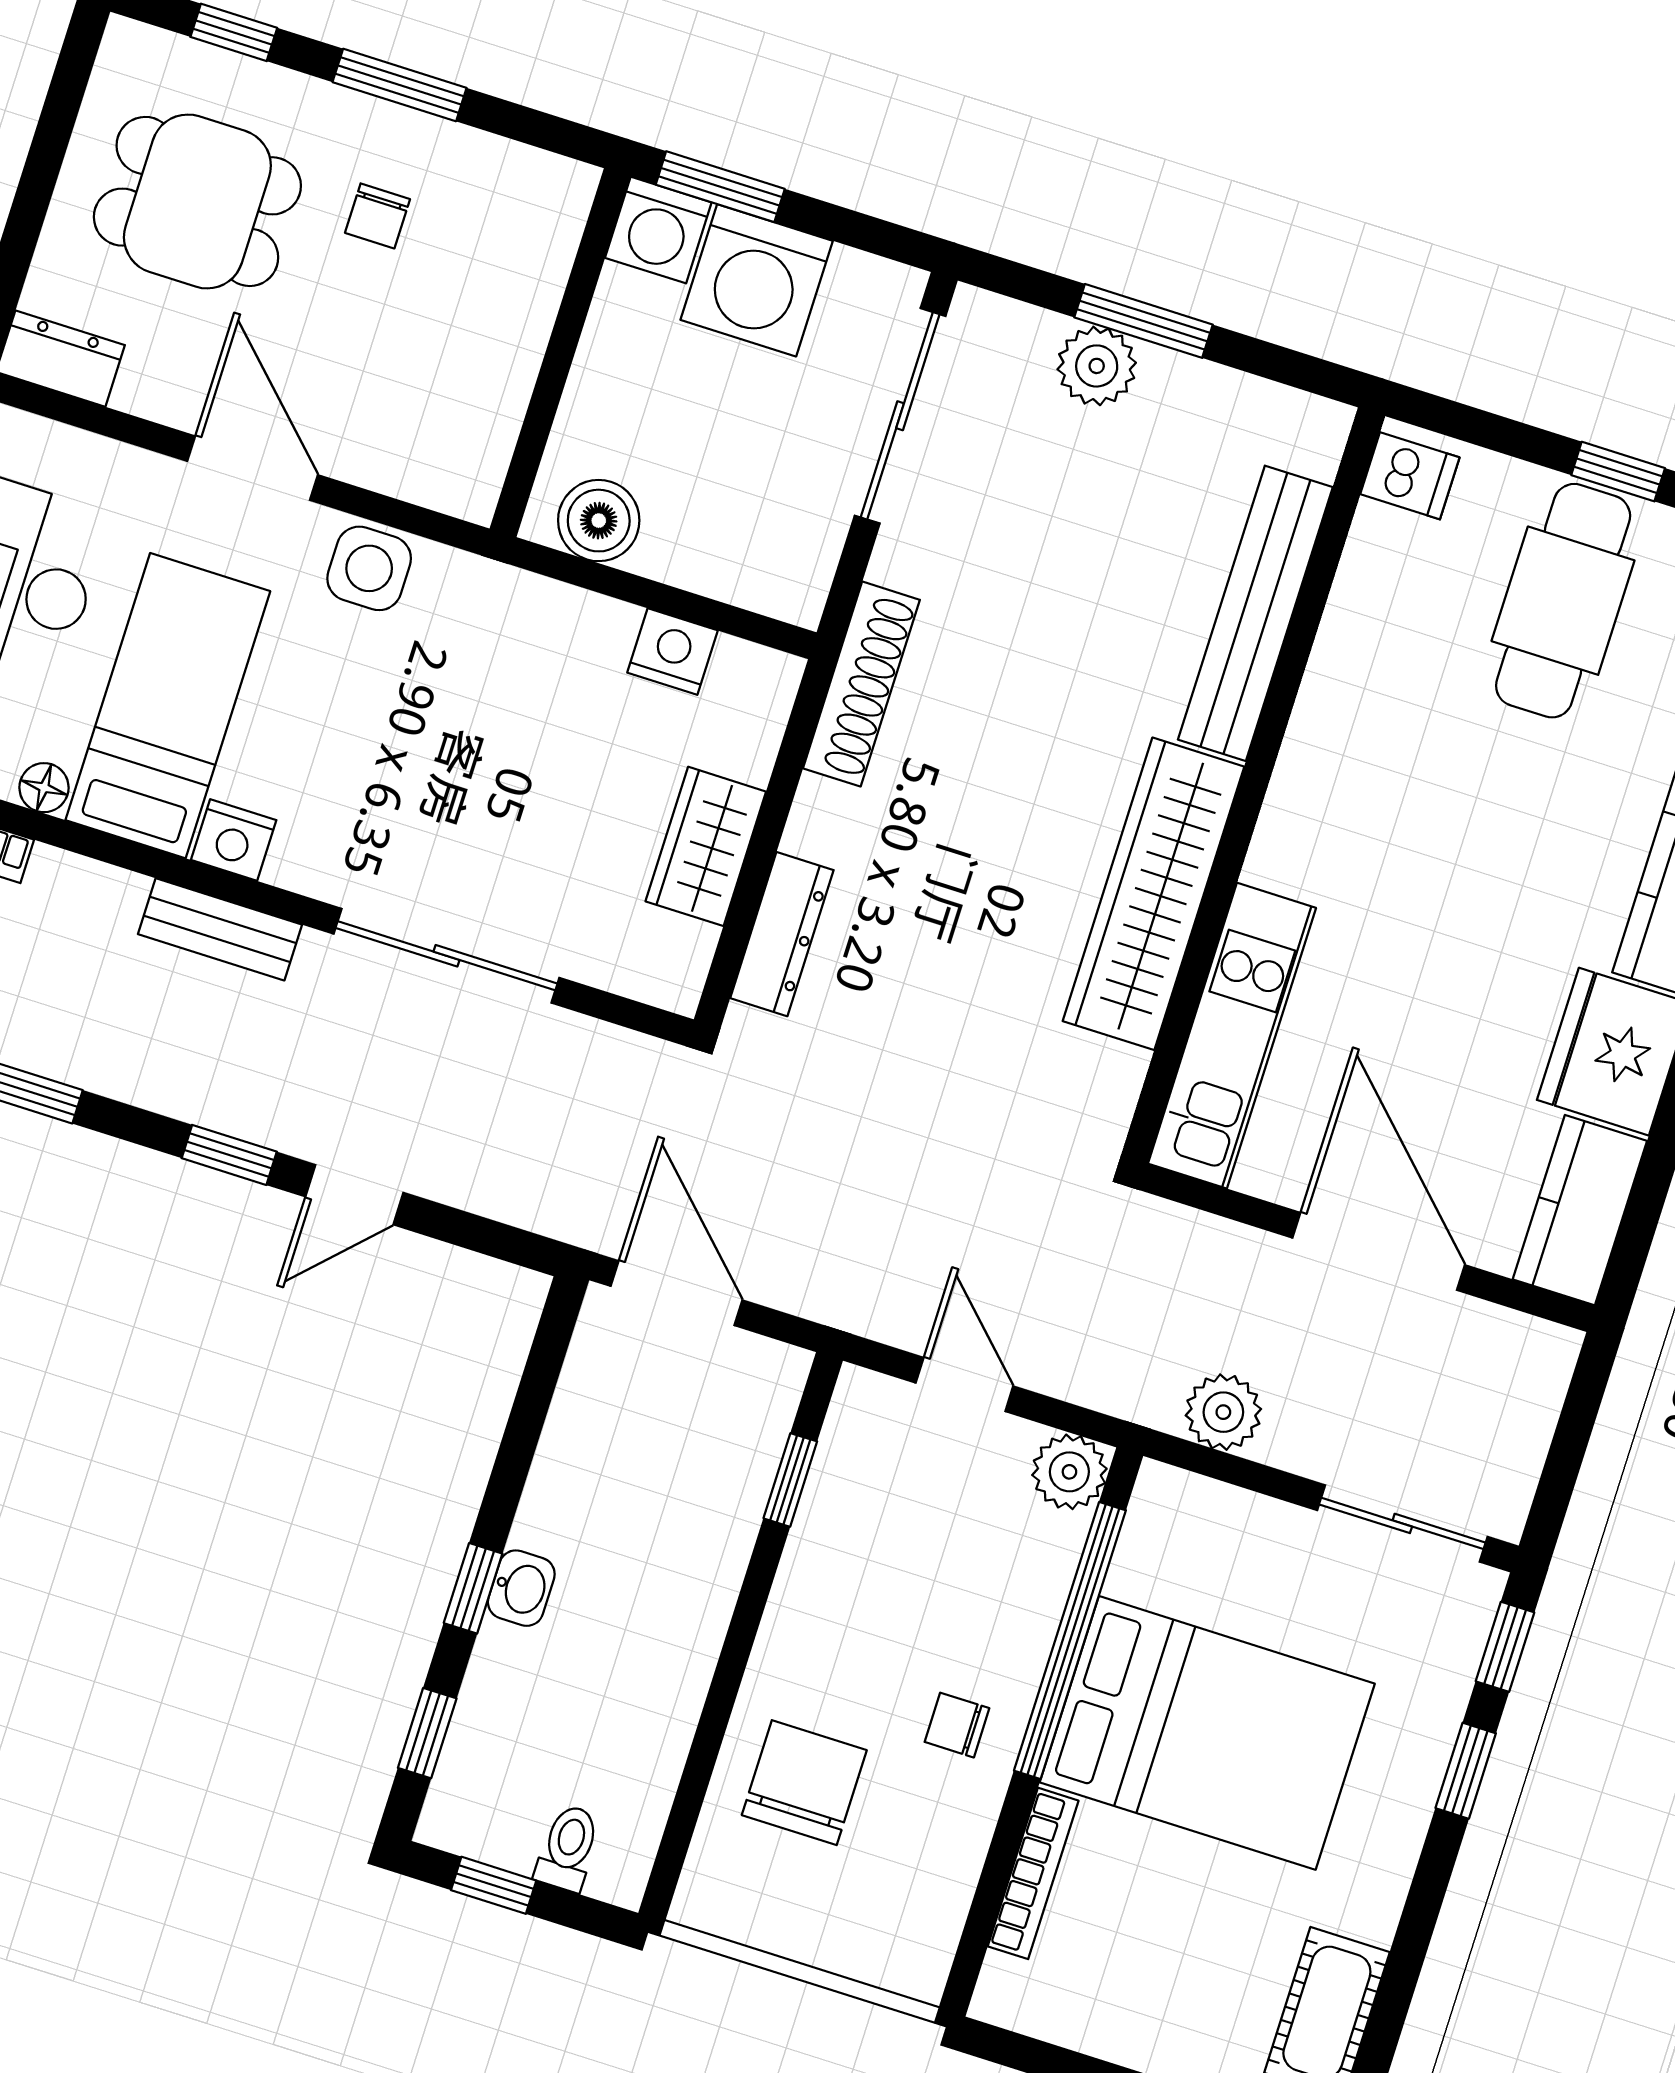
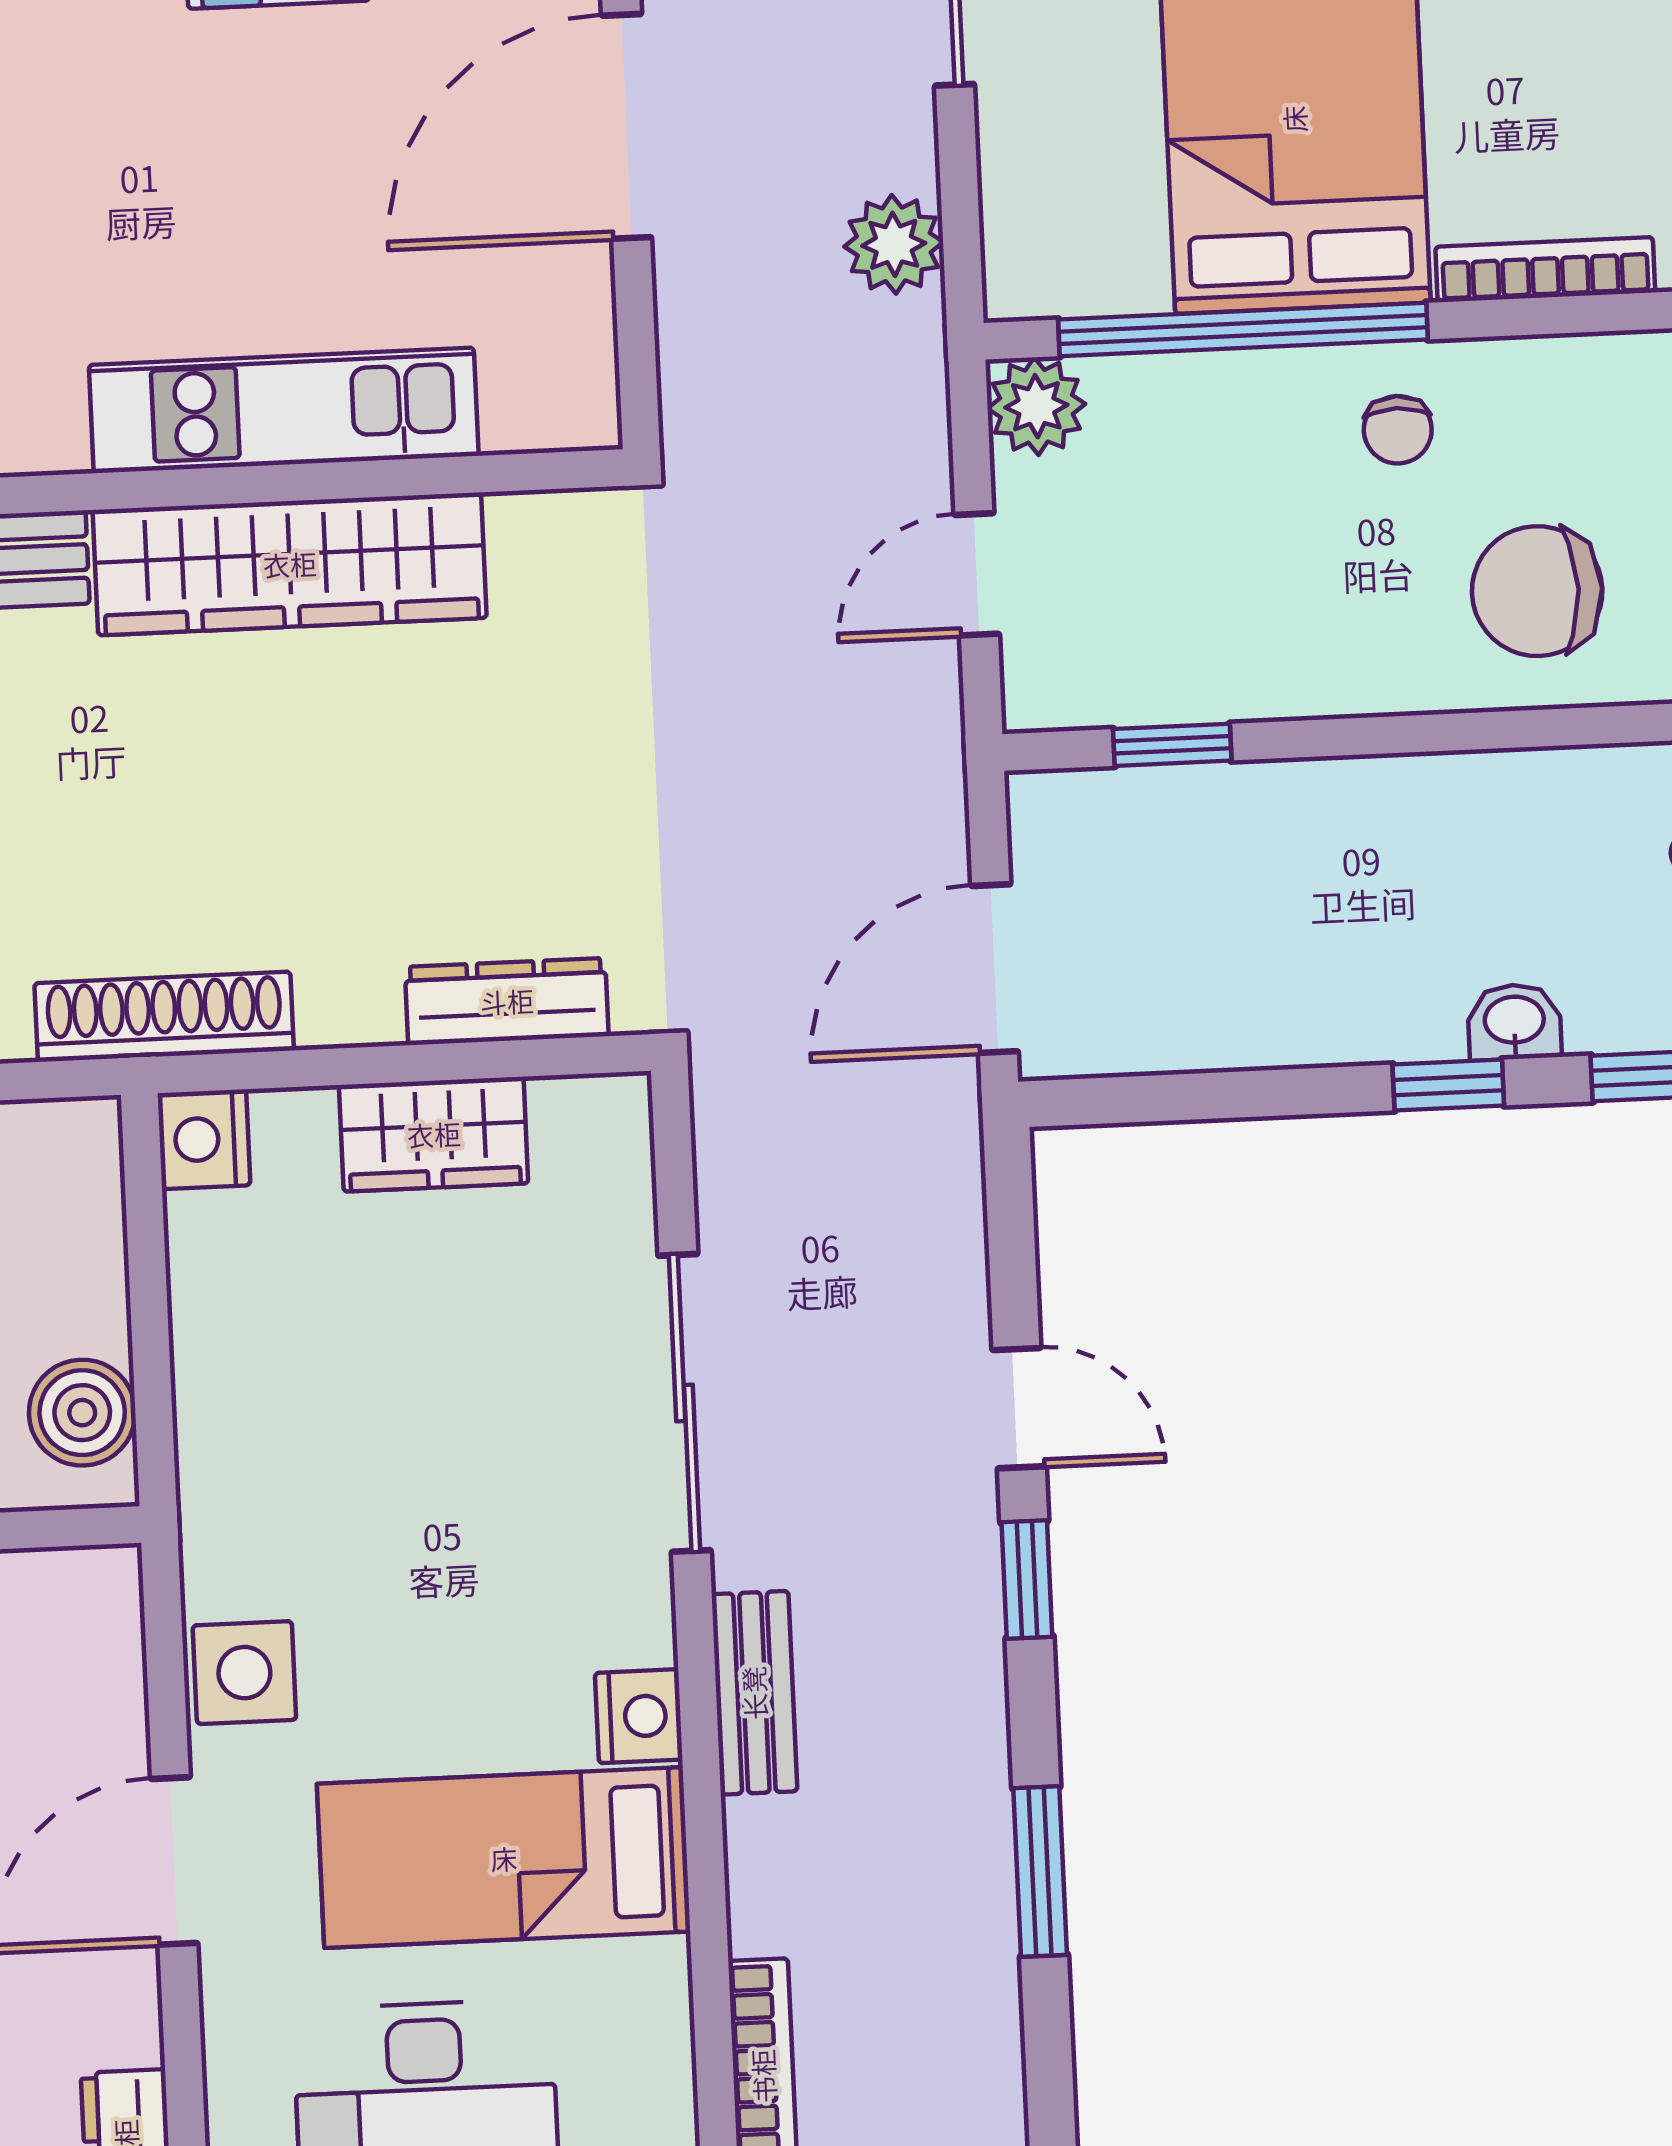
nightstand: (673, 652) -> (204, 1139), moved
floor lamp: (44, 788) -> (660, 1972), removed
kitchen unit: (1232, 1036) -> (284, 410), moved
washbasin: (521, 1588) -> (1514, 1022), moved

